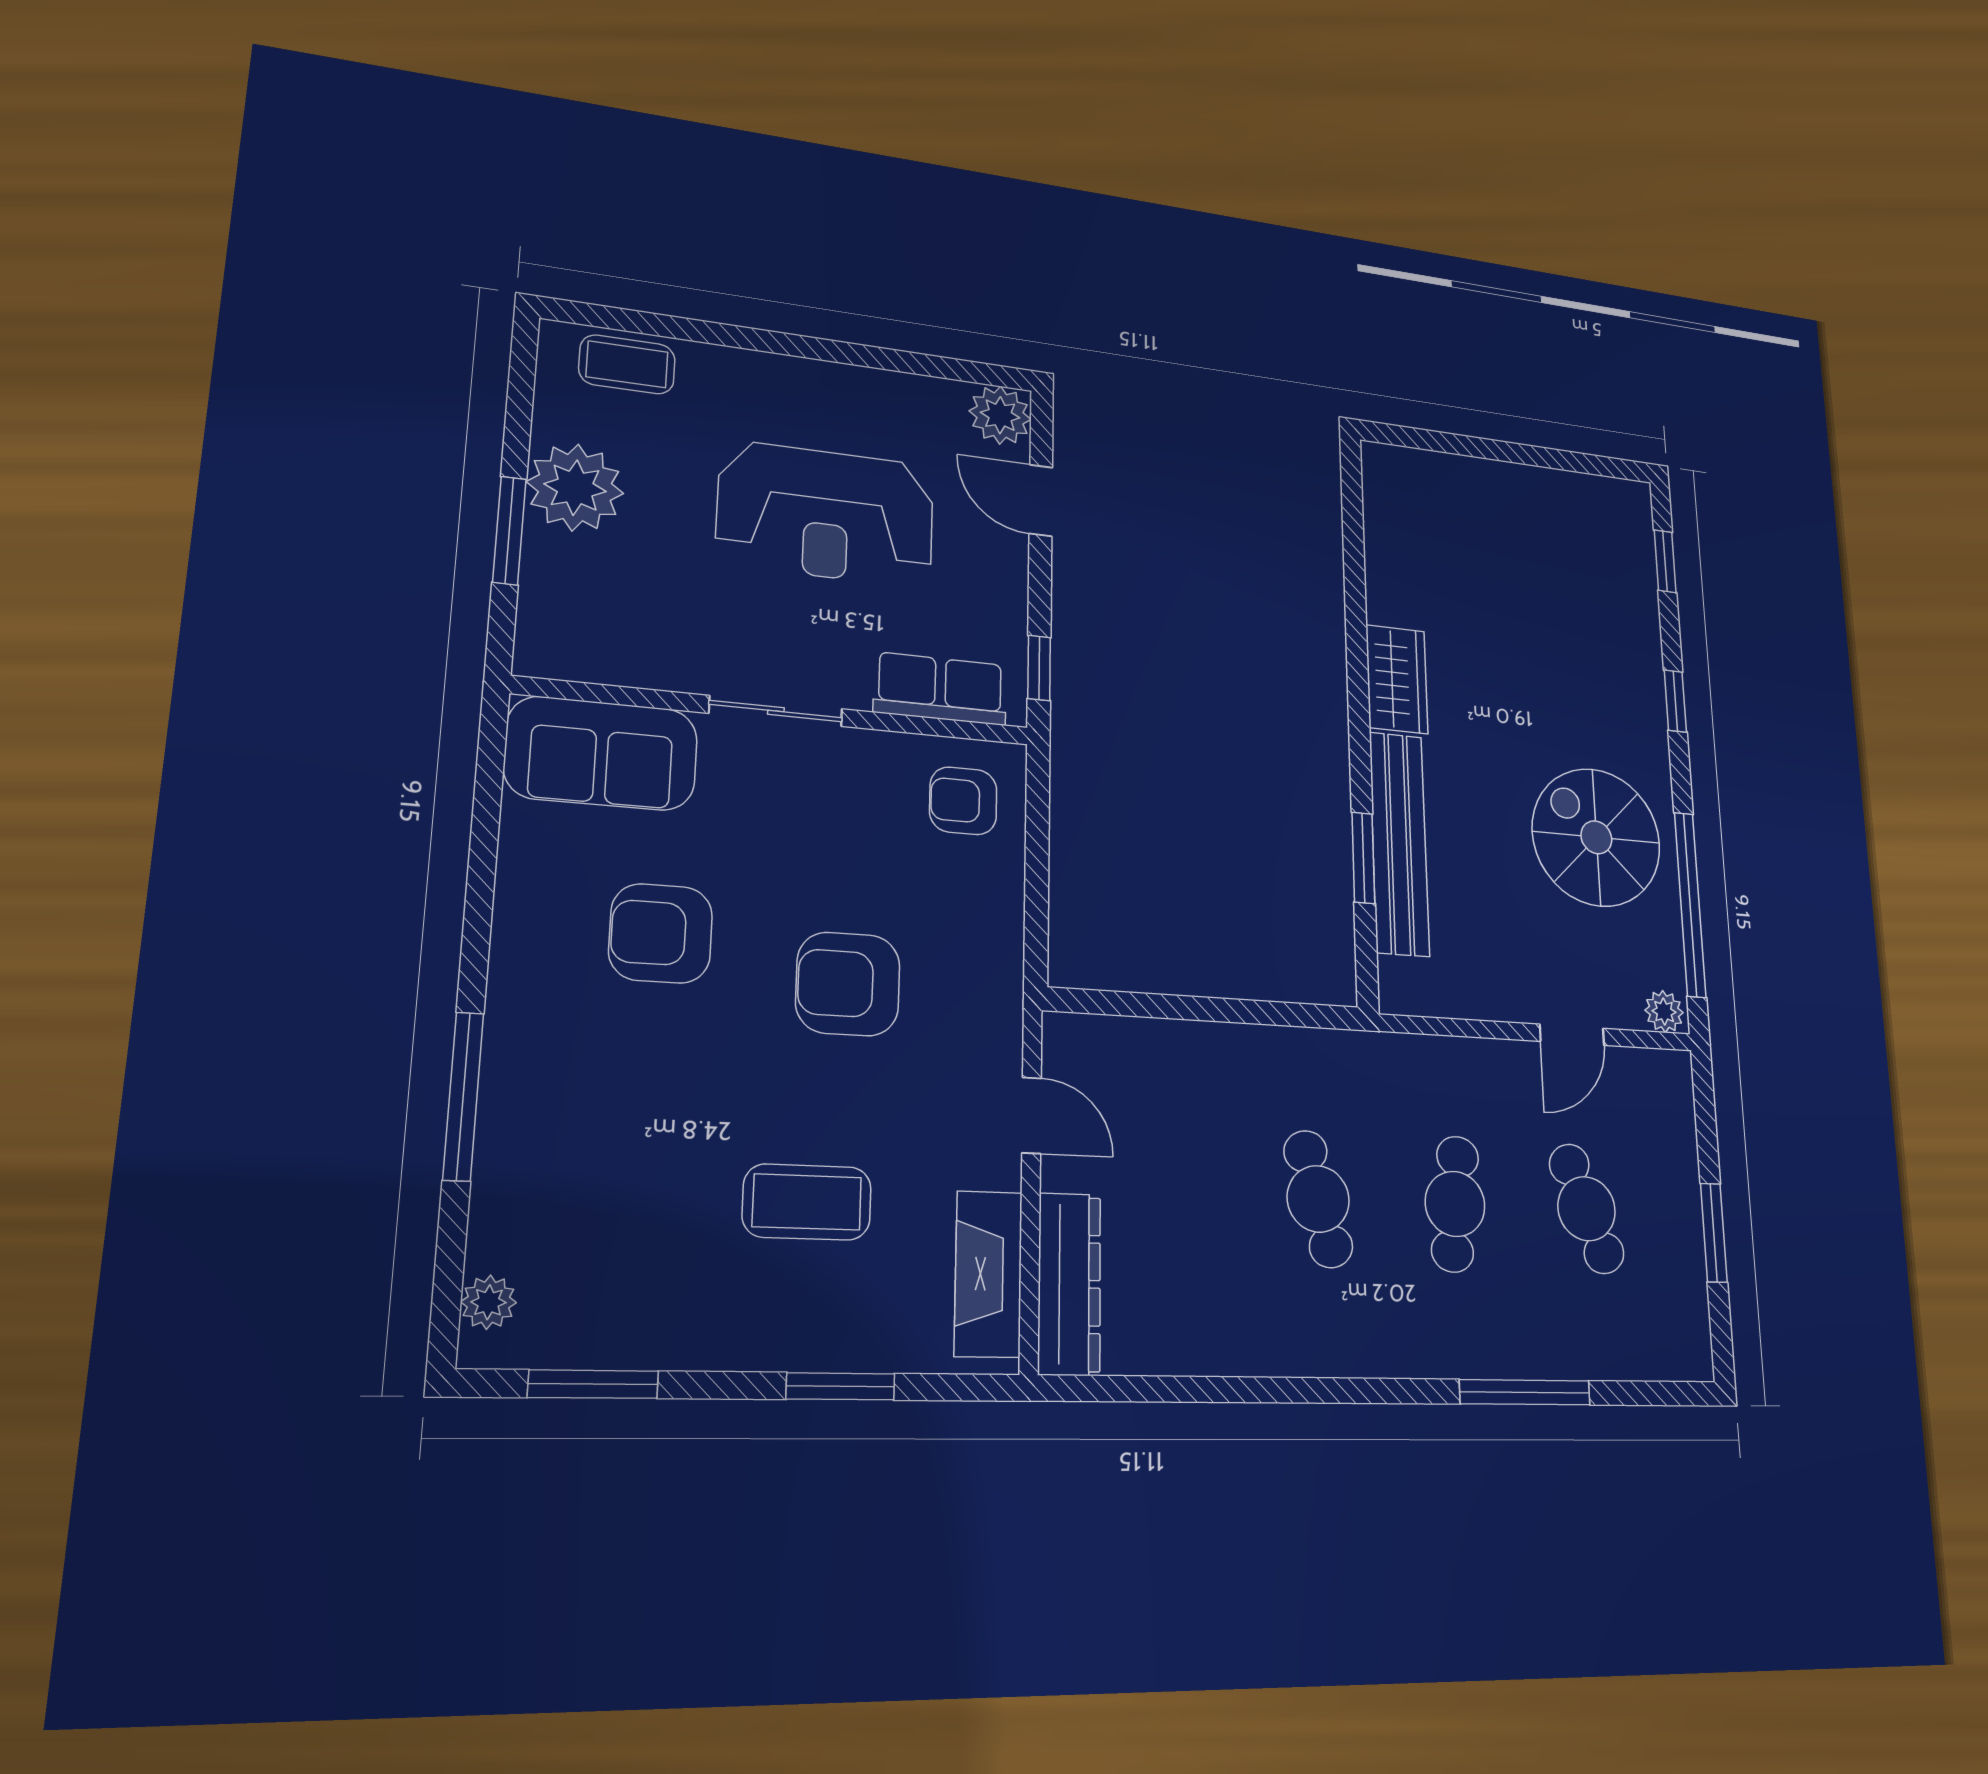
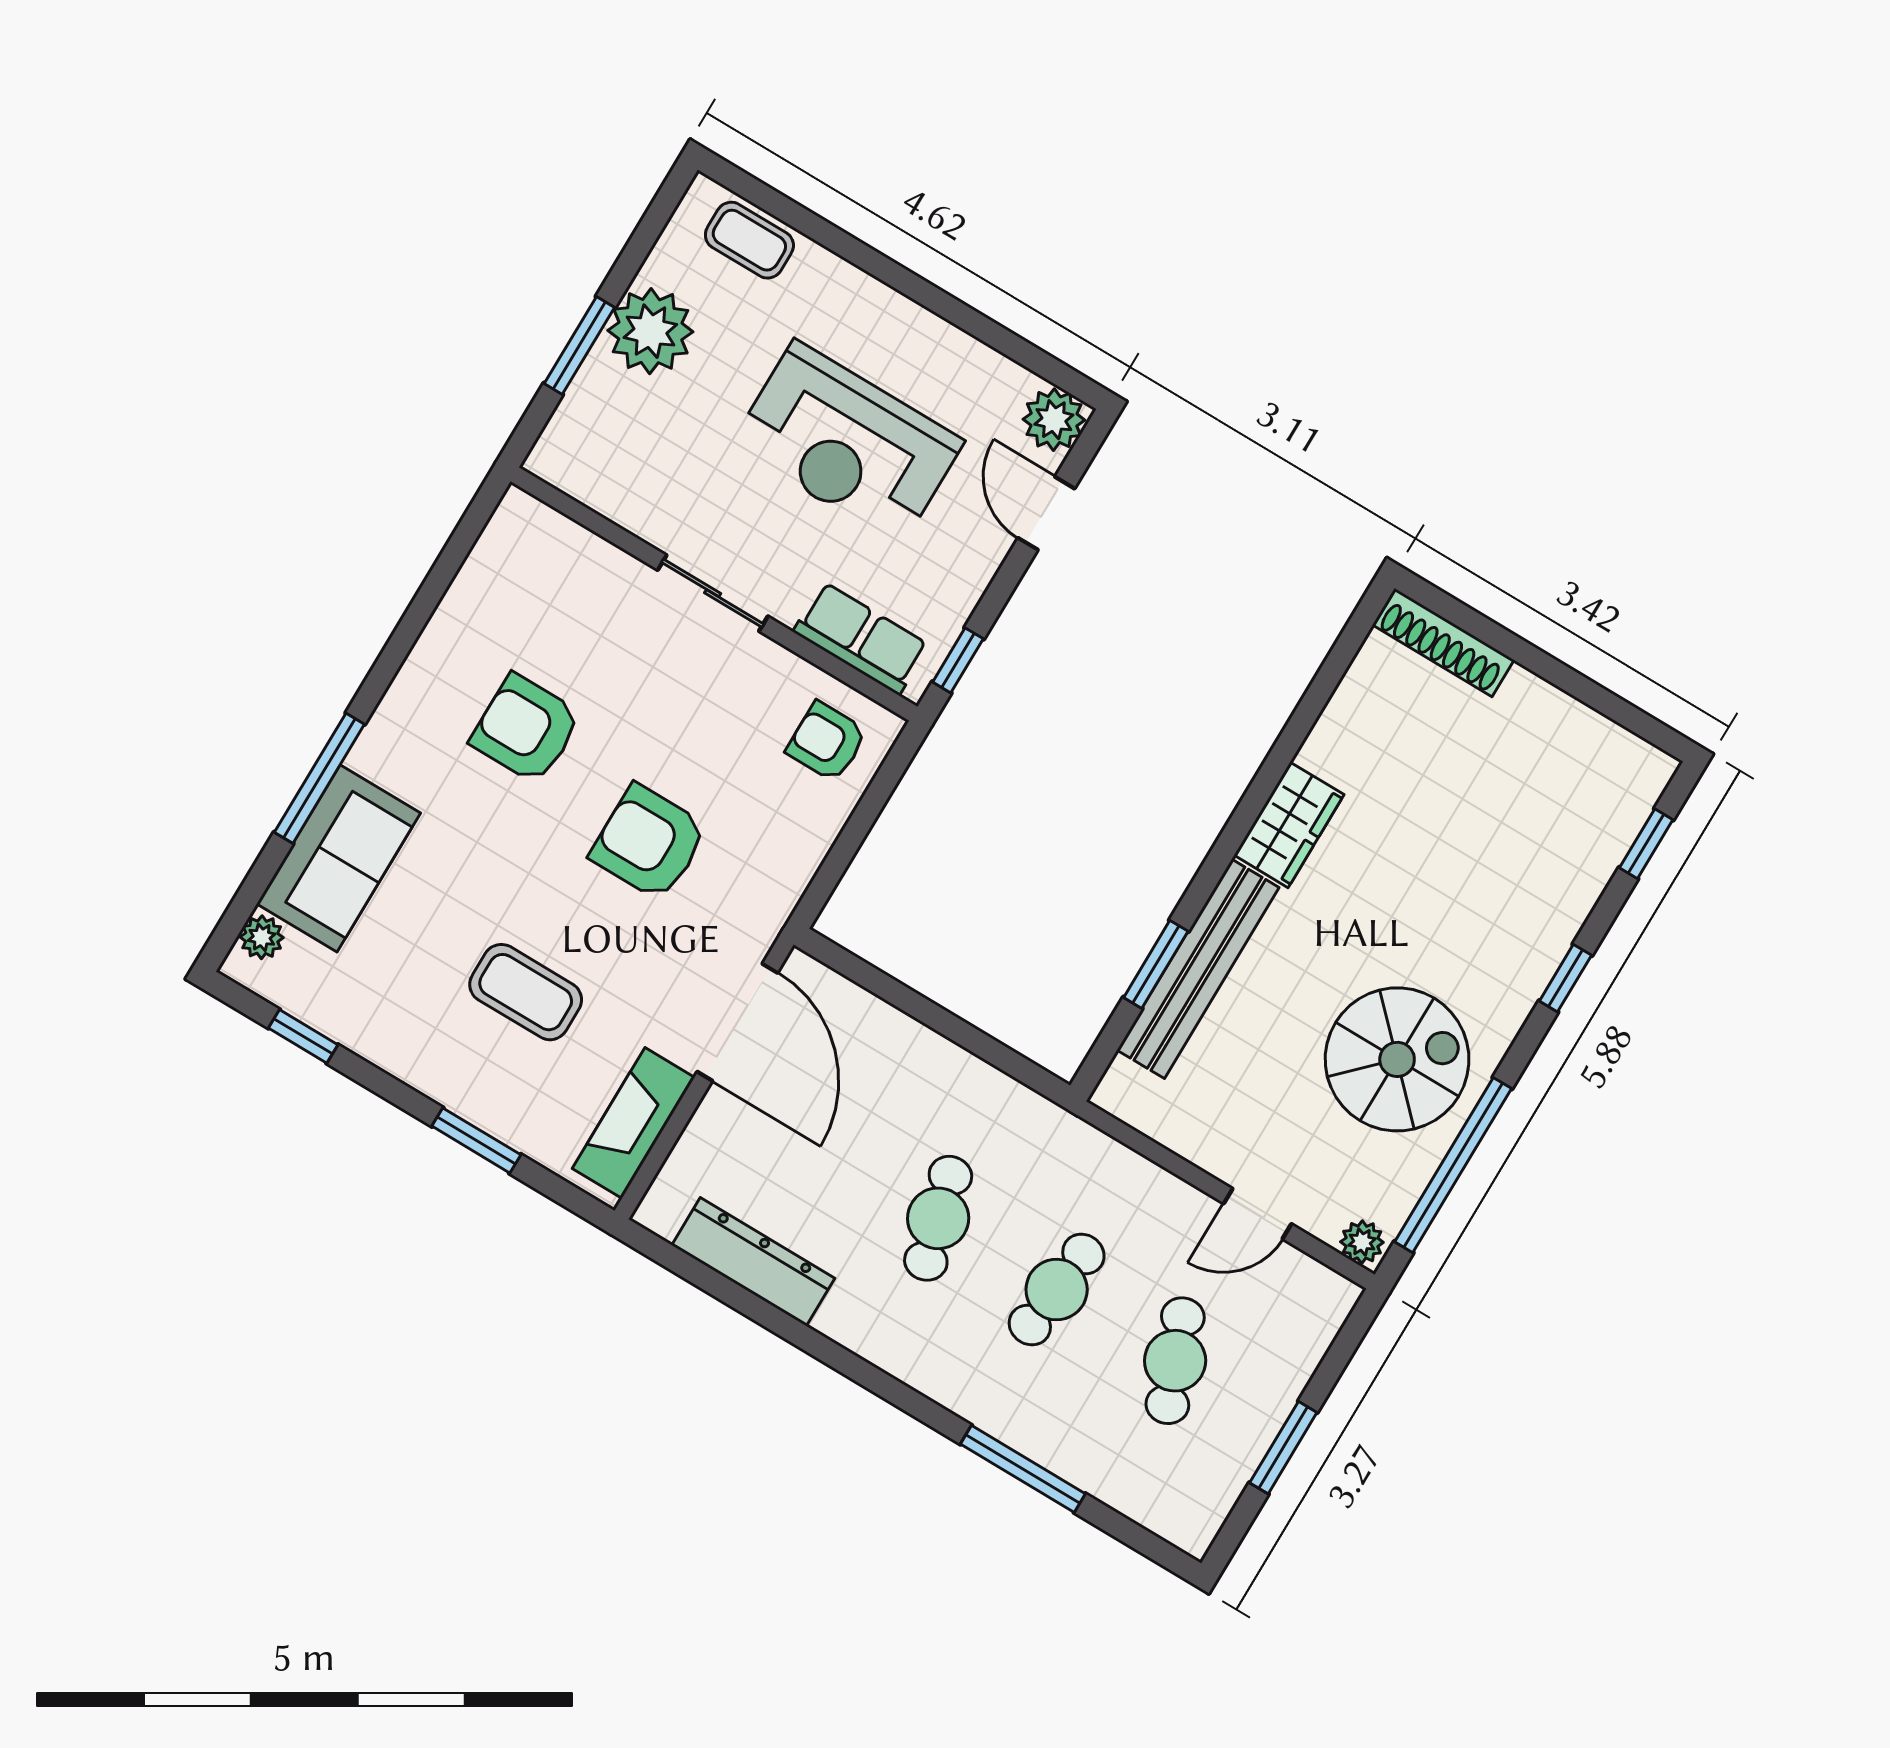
shoe rack: (1423, 468) -> (1443, 642), added
sofa: (601, 753) -> (339, 858), moved, turned -90
spiral stairs: (1596, 837) -> (1397, 1059), turned 90
door: (1031, 1115) -> (737, 1022), width x1.88
dresser: (1069, 1284) -> (753, 1262), moved, turned -90
window: (593, 1384) -> (303, 1036), width x0.67

